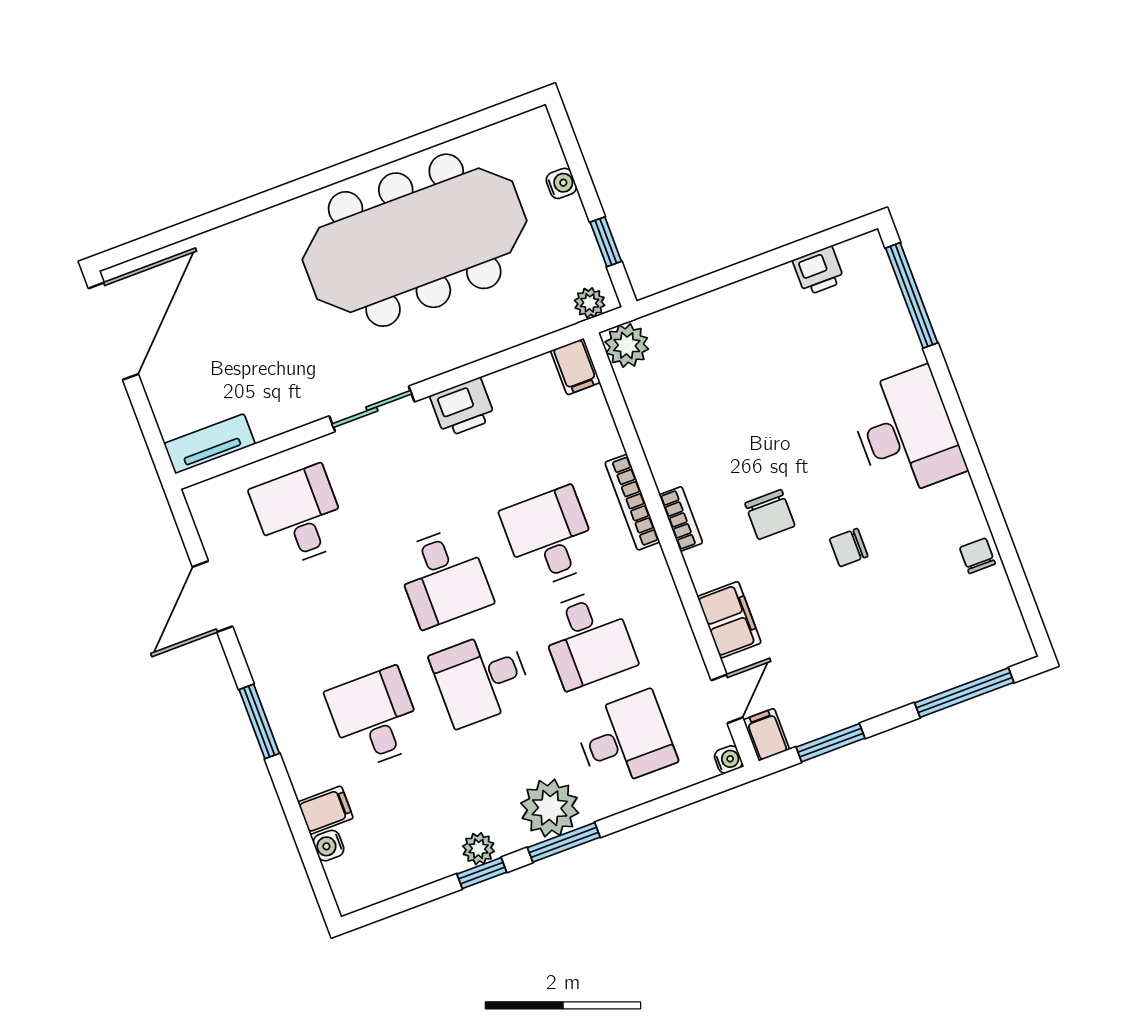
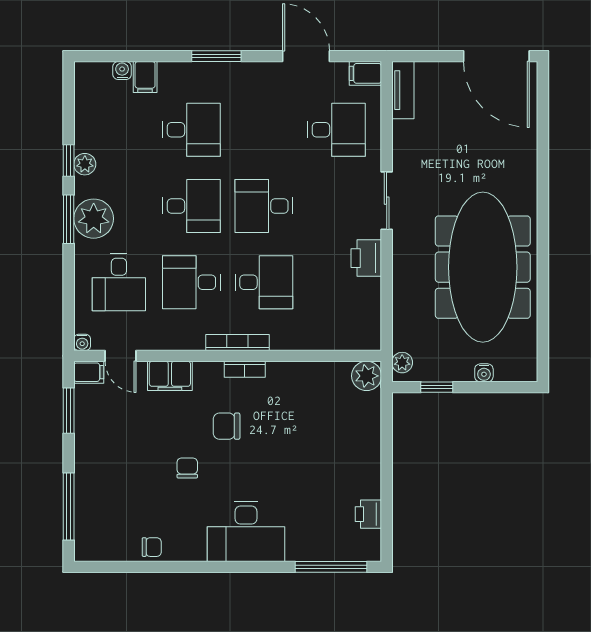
filing cabinet: (575, 367) -> (365, 73), moved
bookcase: (632, 502) -> (237, 343), moved
desk: (481, 678) -> (191, 206), turned 90

